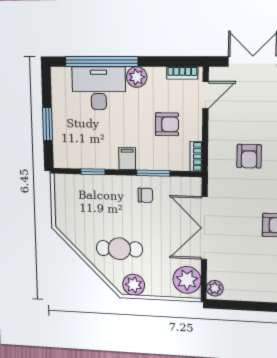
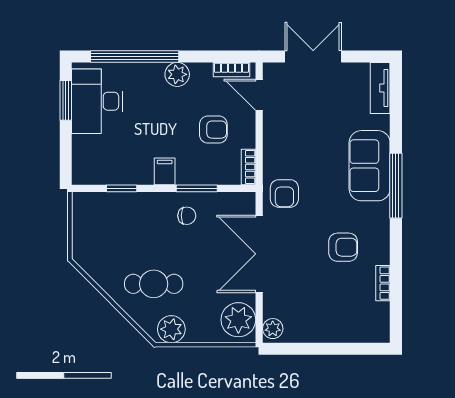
desk: (99, 88) -> (97, 101), moved, turned -90
door: (206, 95) -> (259, 95), swing flipped
window: (48, 124) -> (66, 100), moved
armchair: (249, 156) -> (284, 193), moved

